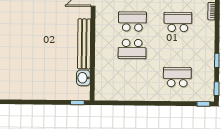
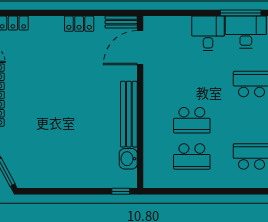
school desk: (132, 21) -> (192, 156), moved, turned 180

